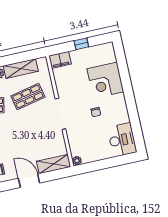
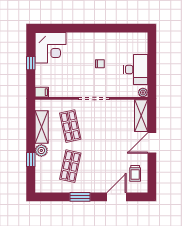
filing cabinet: (60, 60) -> (42, 92), width x0.50
corner desk: (105, 80) -> (50, 48), moved
desk: (122, 140) -> (136, 70), moved, turned 90

